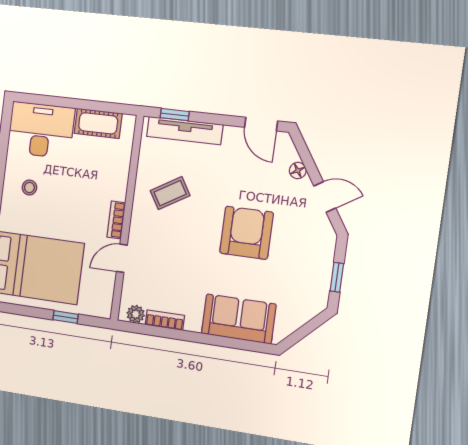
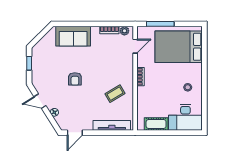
window: (175, 115) -> (118, 133), removed
door: (261, 124) -> (75, 133), swing flipped
armchair: (246, 233) -> (75, 79), width x0.53, depth x0.53
door: (122, 258) -> (135, 46), moved
window: (66, 317) -> (160, 24), width x2.17

